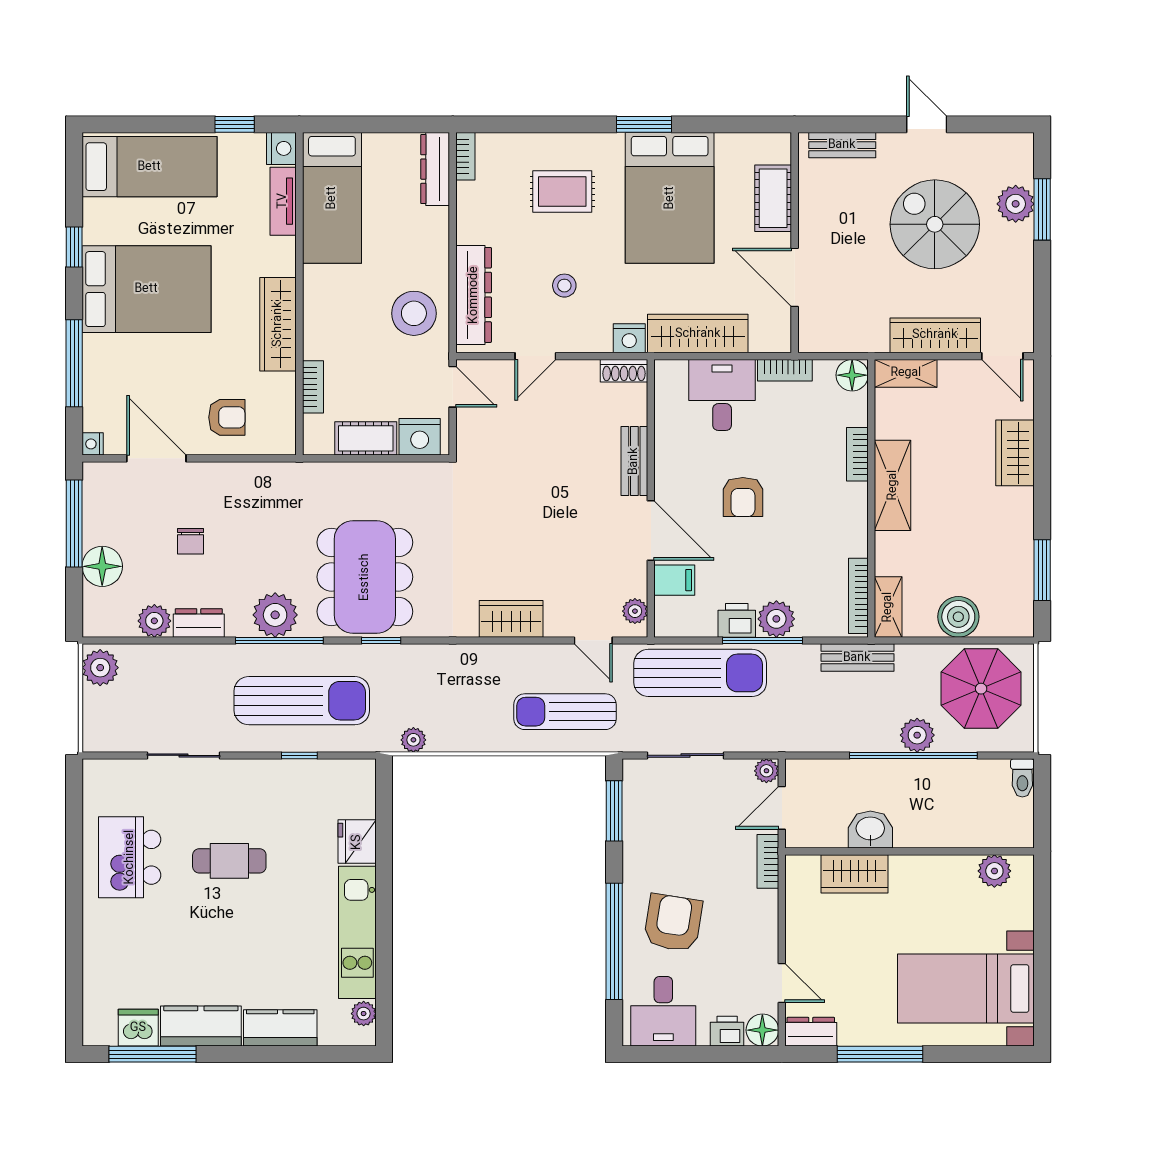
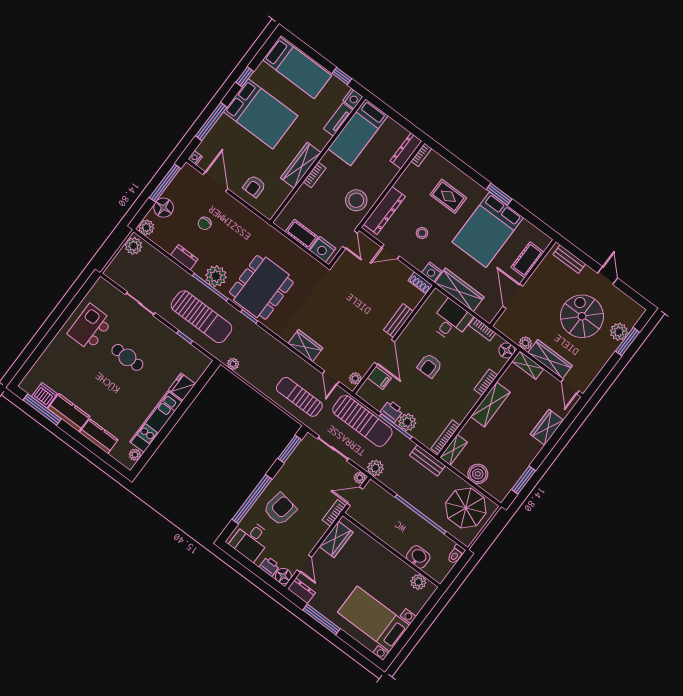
plant: (874, 339) -> (525, 343), added
bookcase: (313, 387) -> (315, 175), moved
armchair: (227, 417) -> (254, 186), turned 90
plant: (154, 621) -> (146, 227), moved
plant: (917, 735) -> (375, 468), moved
washbasin: (870, 830) -> (418, 557), moved
wardrobe: (855, 874) -> (336, 539), moved, turned -90

